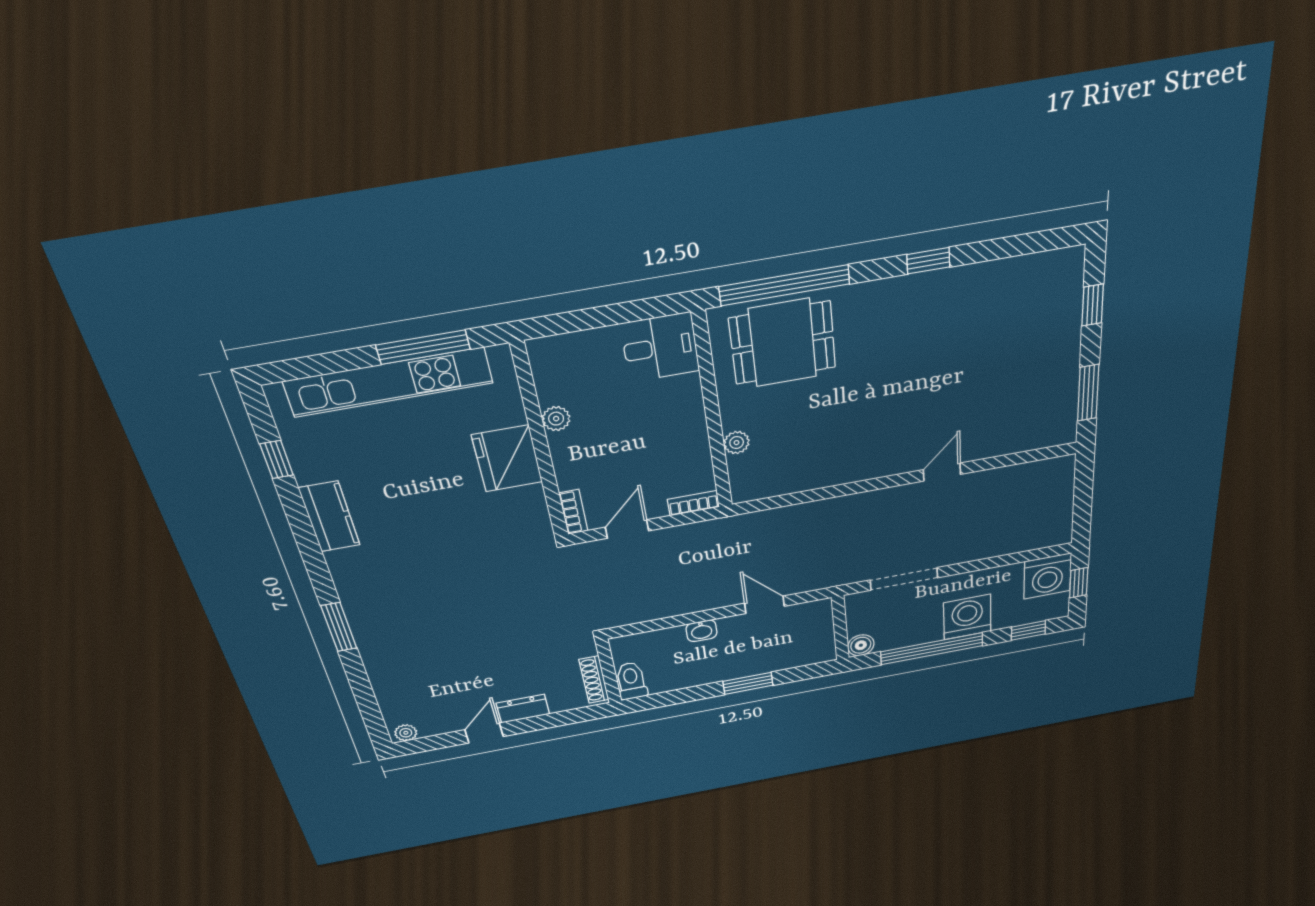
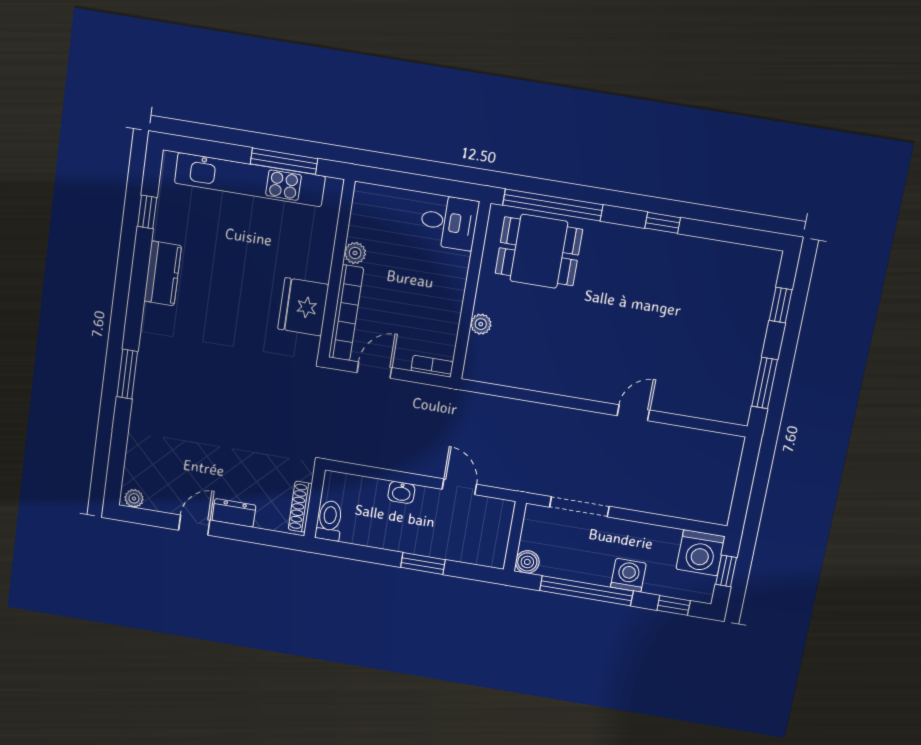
fridge: (507, 459) -> (303, 307), moved
bookcase: (573, 512) -> (346, 313), width x2.31, depth x1.31
washing machine: (967, 617) -> (628, 575), width x0.73, depth x0.73

